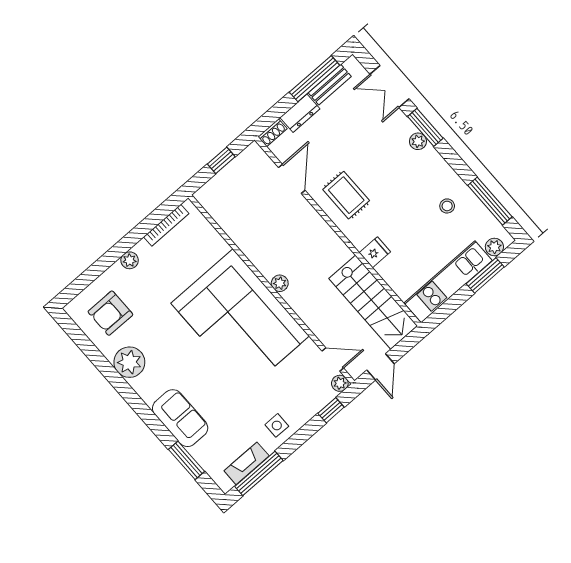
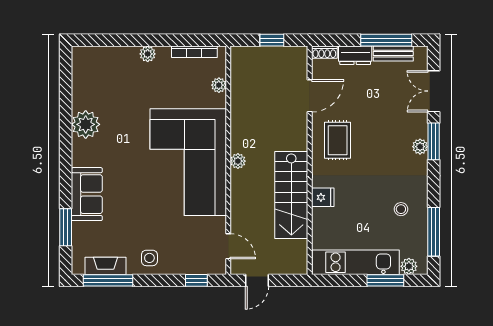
stairs: (373, 302) -> (291, 195), moved
armchair: (110, 313) -> (102, 79), removed
plant: (340, 383) -> (219, 85), moved

